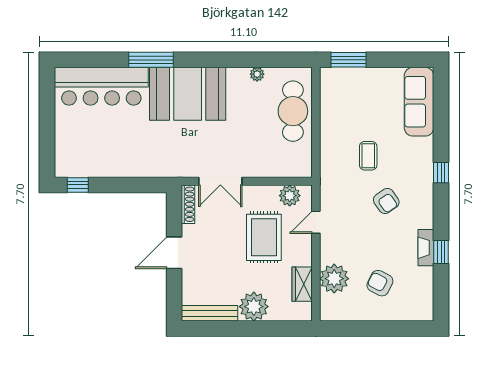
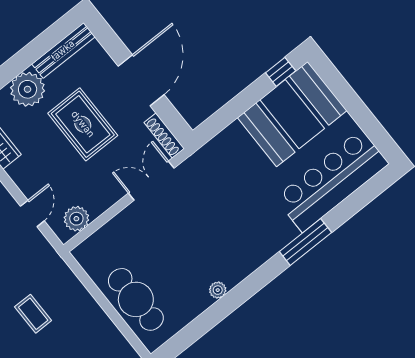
plant: (257, 74) -> (218, 290), moved
booth: (188, 94) -> (292, 114), moved
rug: (264, 237) -> (83, 124), moved
door: (174, 253) -> (141, 80), width x1.36

